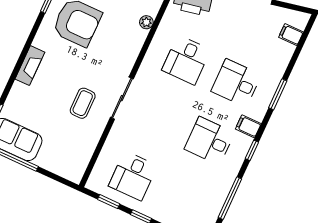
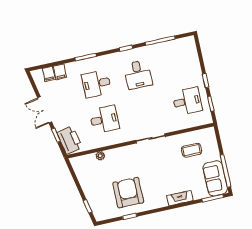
fireplace: (30, 66) -> (180, 198), moved
desk: (236, 83) -> (96, 84), turned 90
coffee table: (83, 103) -> (192, 150), moved
filing cabinet: (248, 126) -> (60, 72), moved

